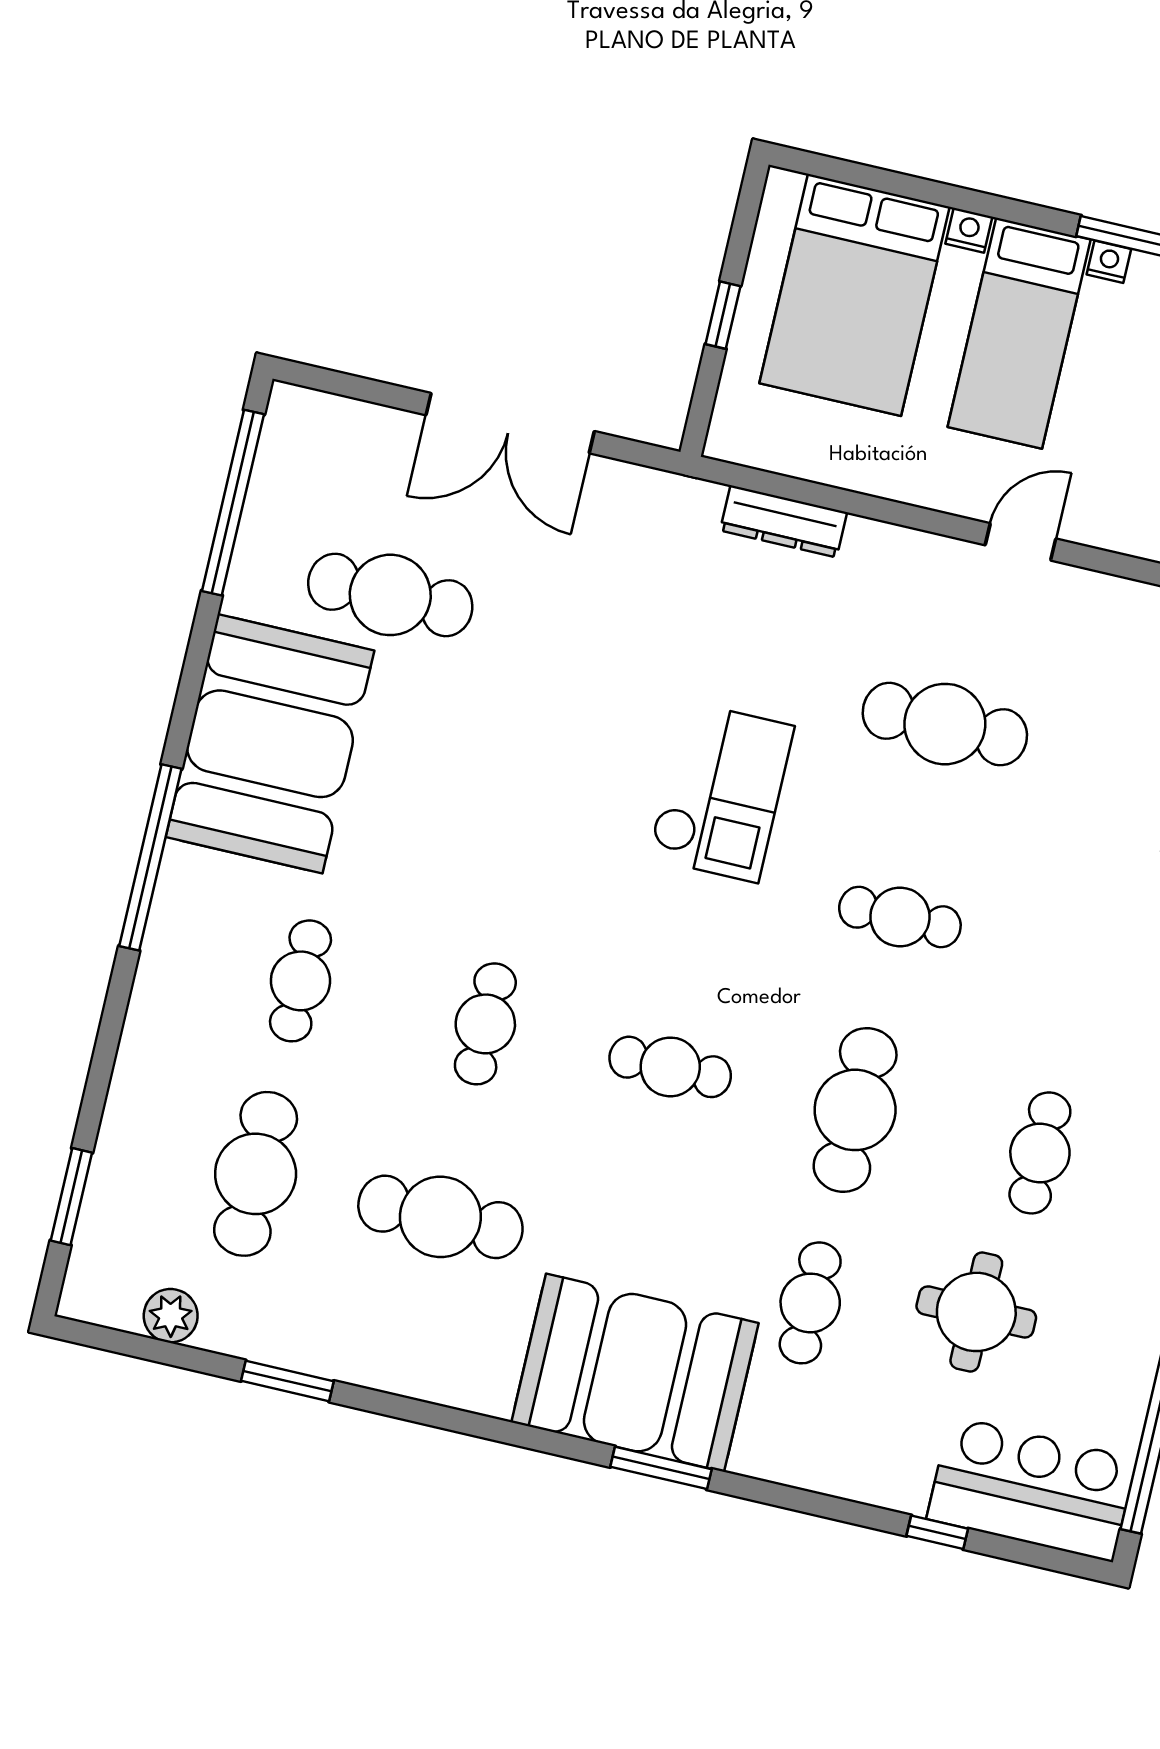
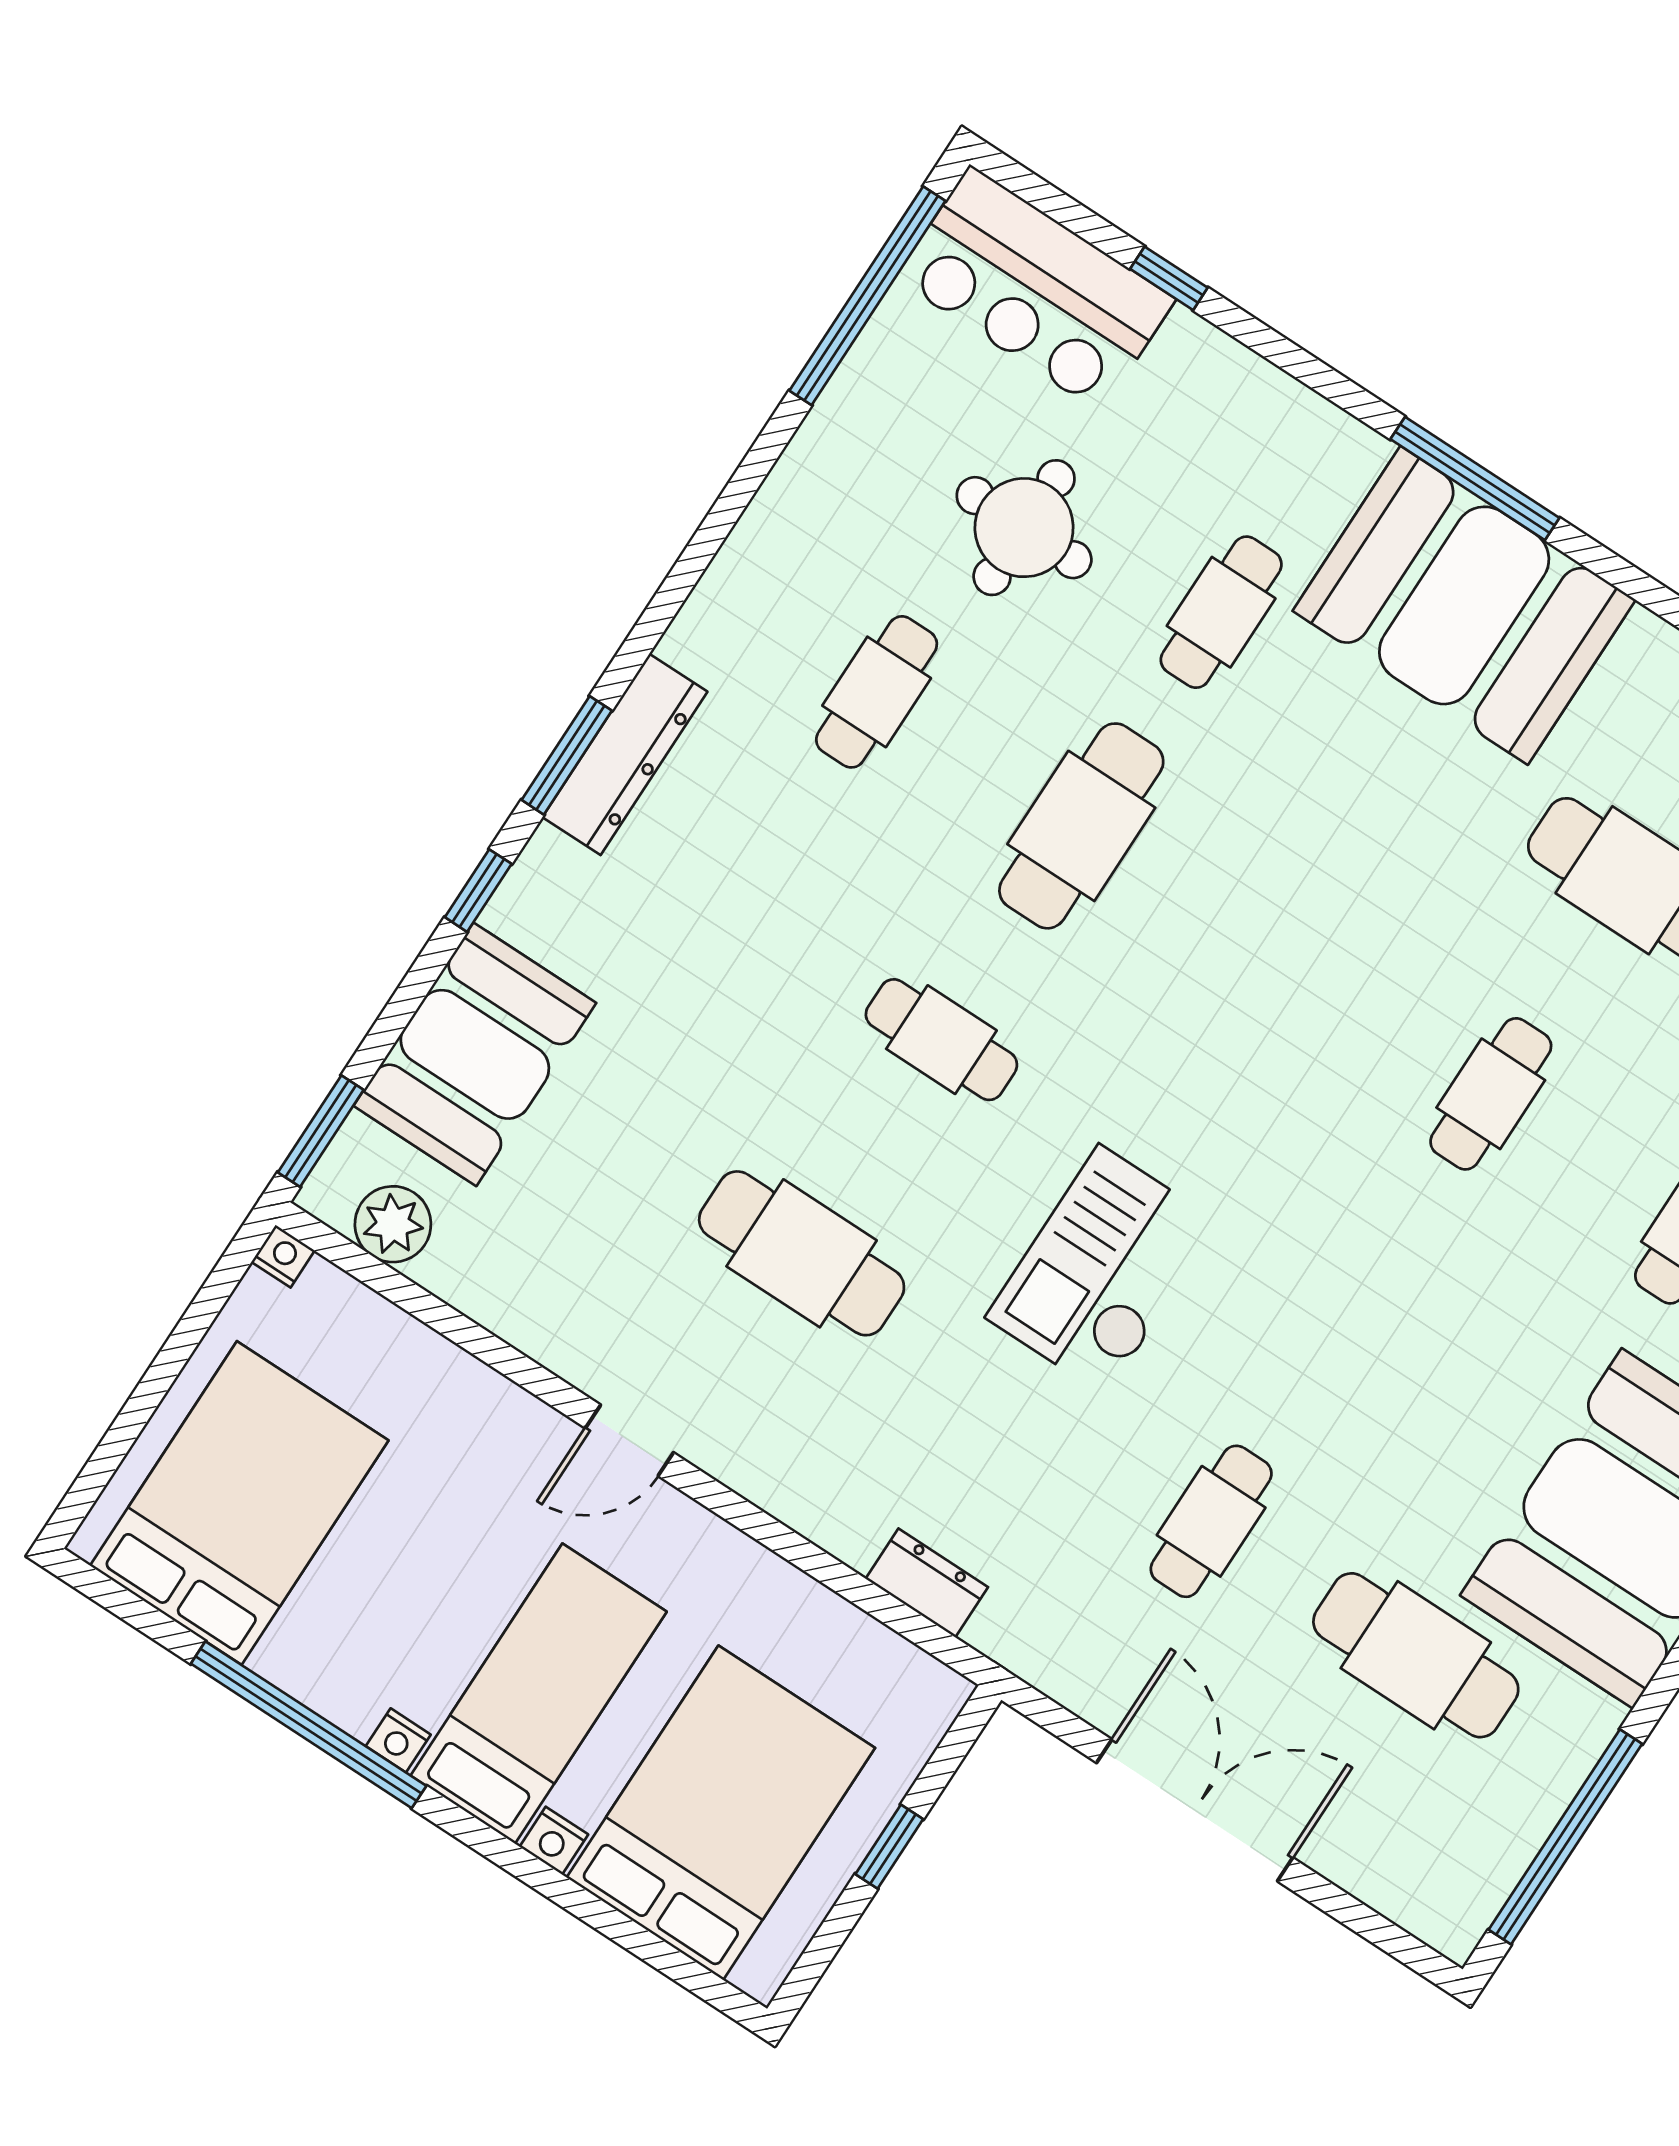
dresser: (784, 521) -> (927, 1583), width x0.70
cafe table: (670, 1067) -> (1211, 1521), moved, turned 90
window: (661, 1468) -> (1475, 479), width x1.44

